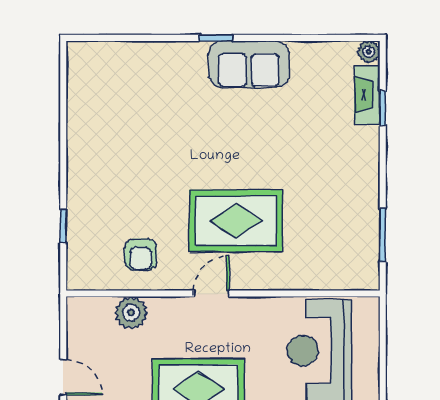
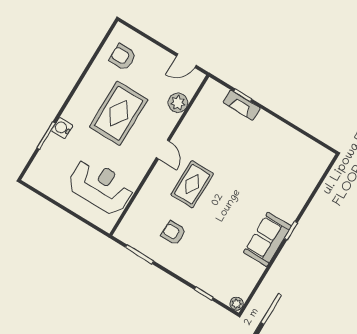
fireplace: (367, 95) -> (242, 105), moved, turned 180
rug: (236, 221) -> (192, 184), width x0.73, depth x0.70
armchair: (141, 254) -> (174, 233), moved
door: (63, 377) -> (186, 61), moved

